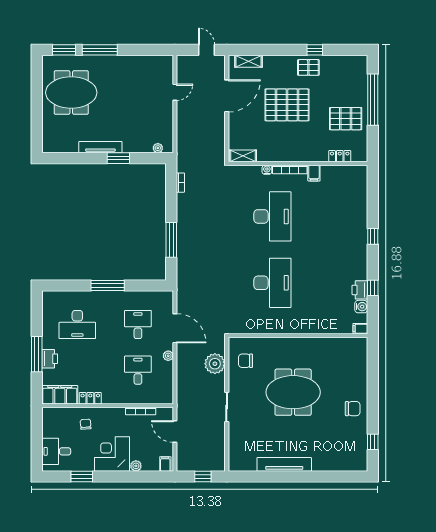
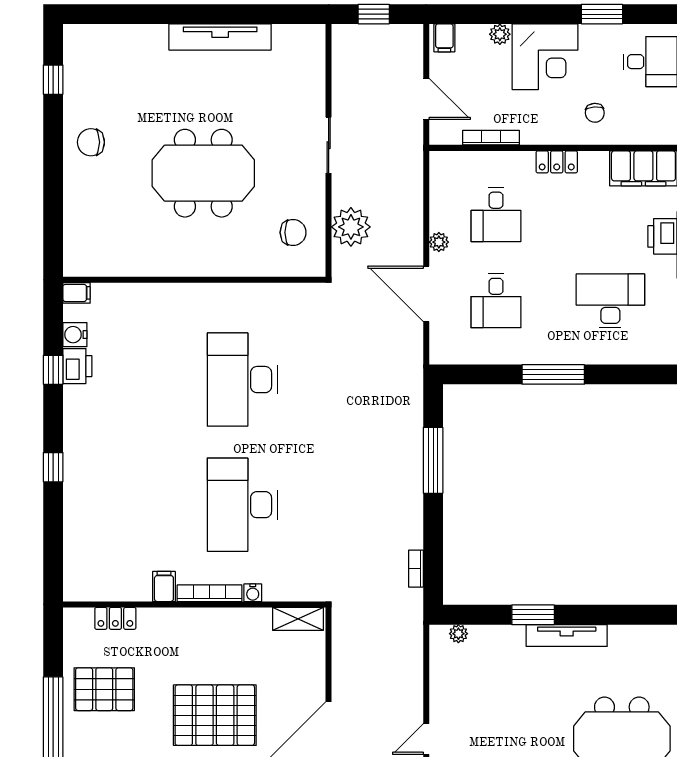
locker: (90, 398) -> (557, 162), moved

